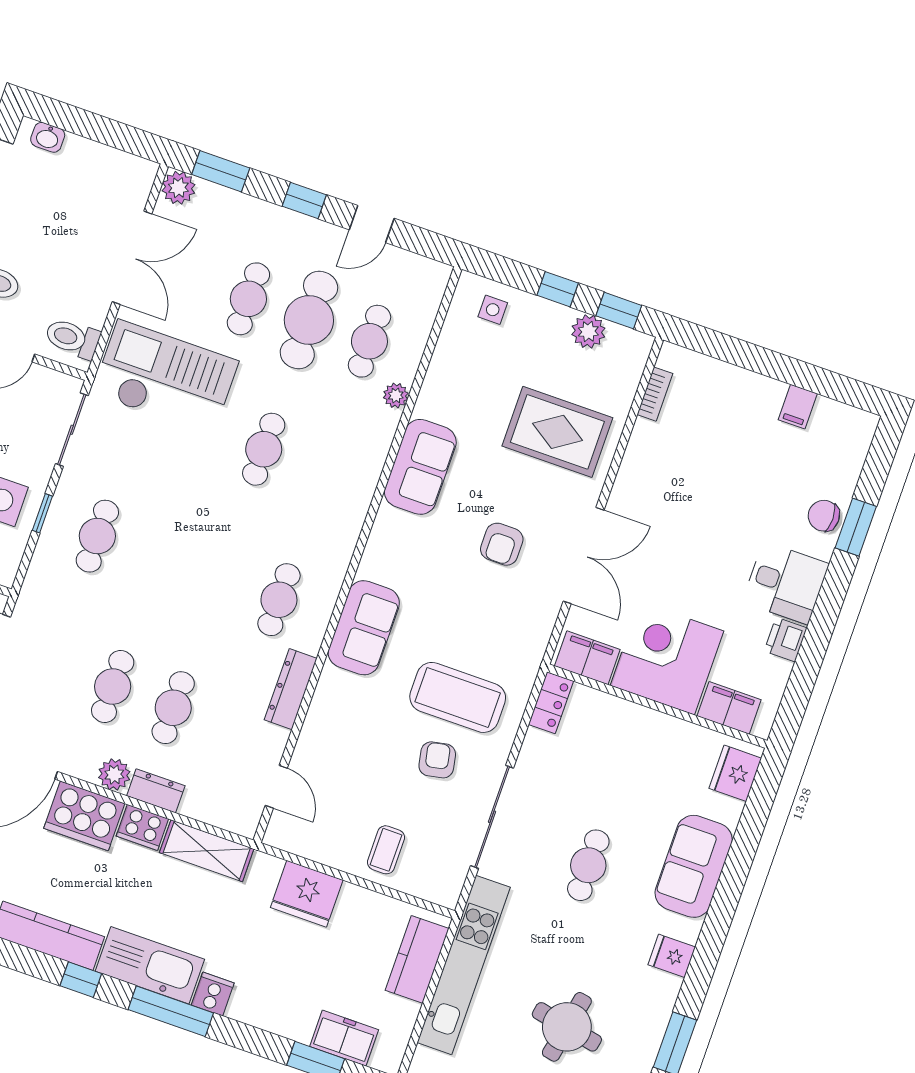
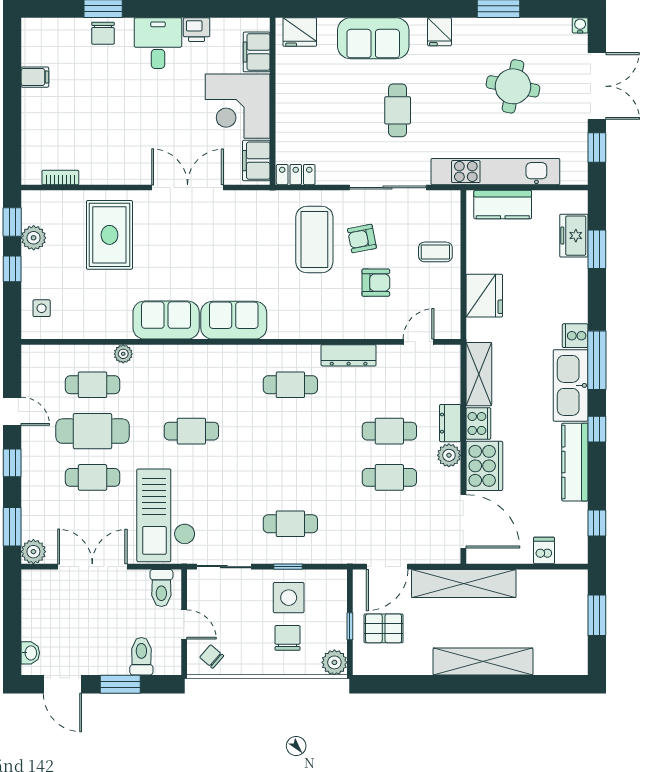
armchair: (502, 544) -> (376, 283), moved
sofa: (364, 628) -> (234, 320), moved
cafe table: (588, 865) -> (398, 110), turned 90

